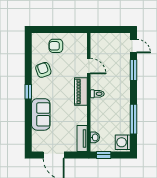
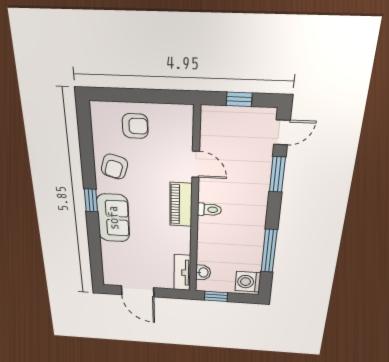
window: (110, 29) -> (239, 99), added
armchair: (56, 46) -> (135, 126), turned 180
door: (133, 46) -> (282, 132), hinge flipped
armchair: (43, 70) -> (114, 167), turned -143
sofa: (41, 114) -> (113, 218), moved

